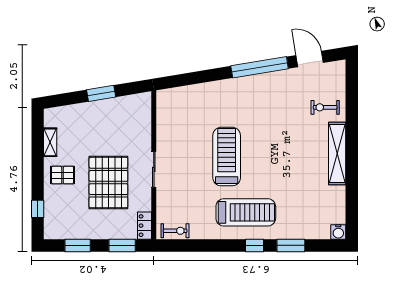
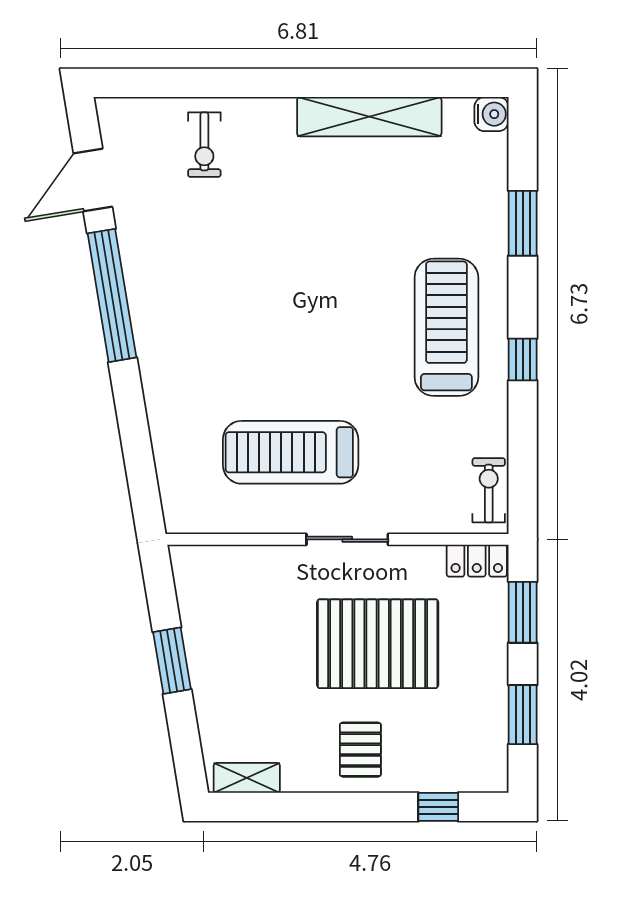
shelving: (50, 142) -> (247, 778), moved
shelving: (337, 154) -> (369, 117), moved
treadmill: (227, 157) -> (291, 452), moved
window: (255, 245) -> (523, 359), moved

